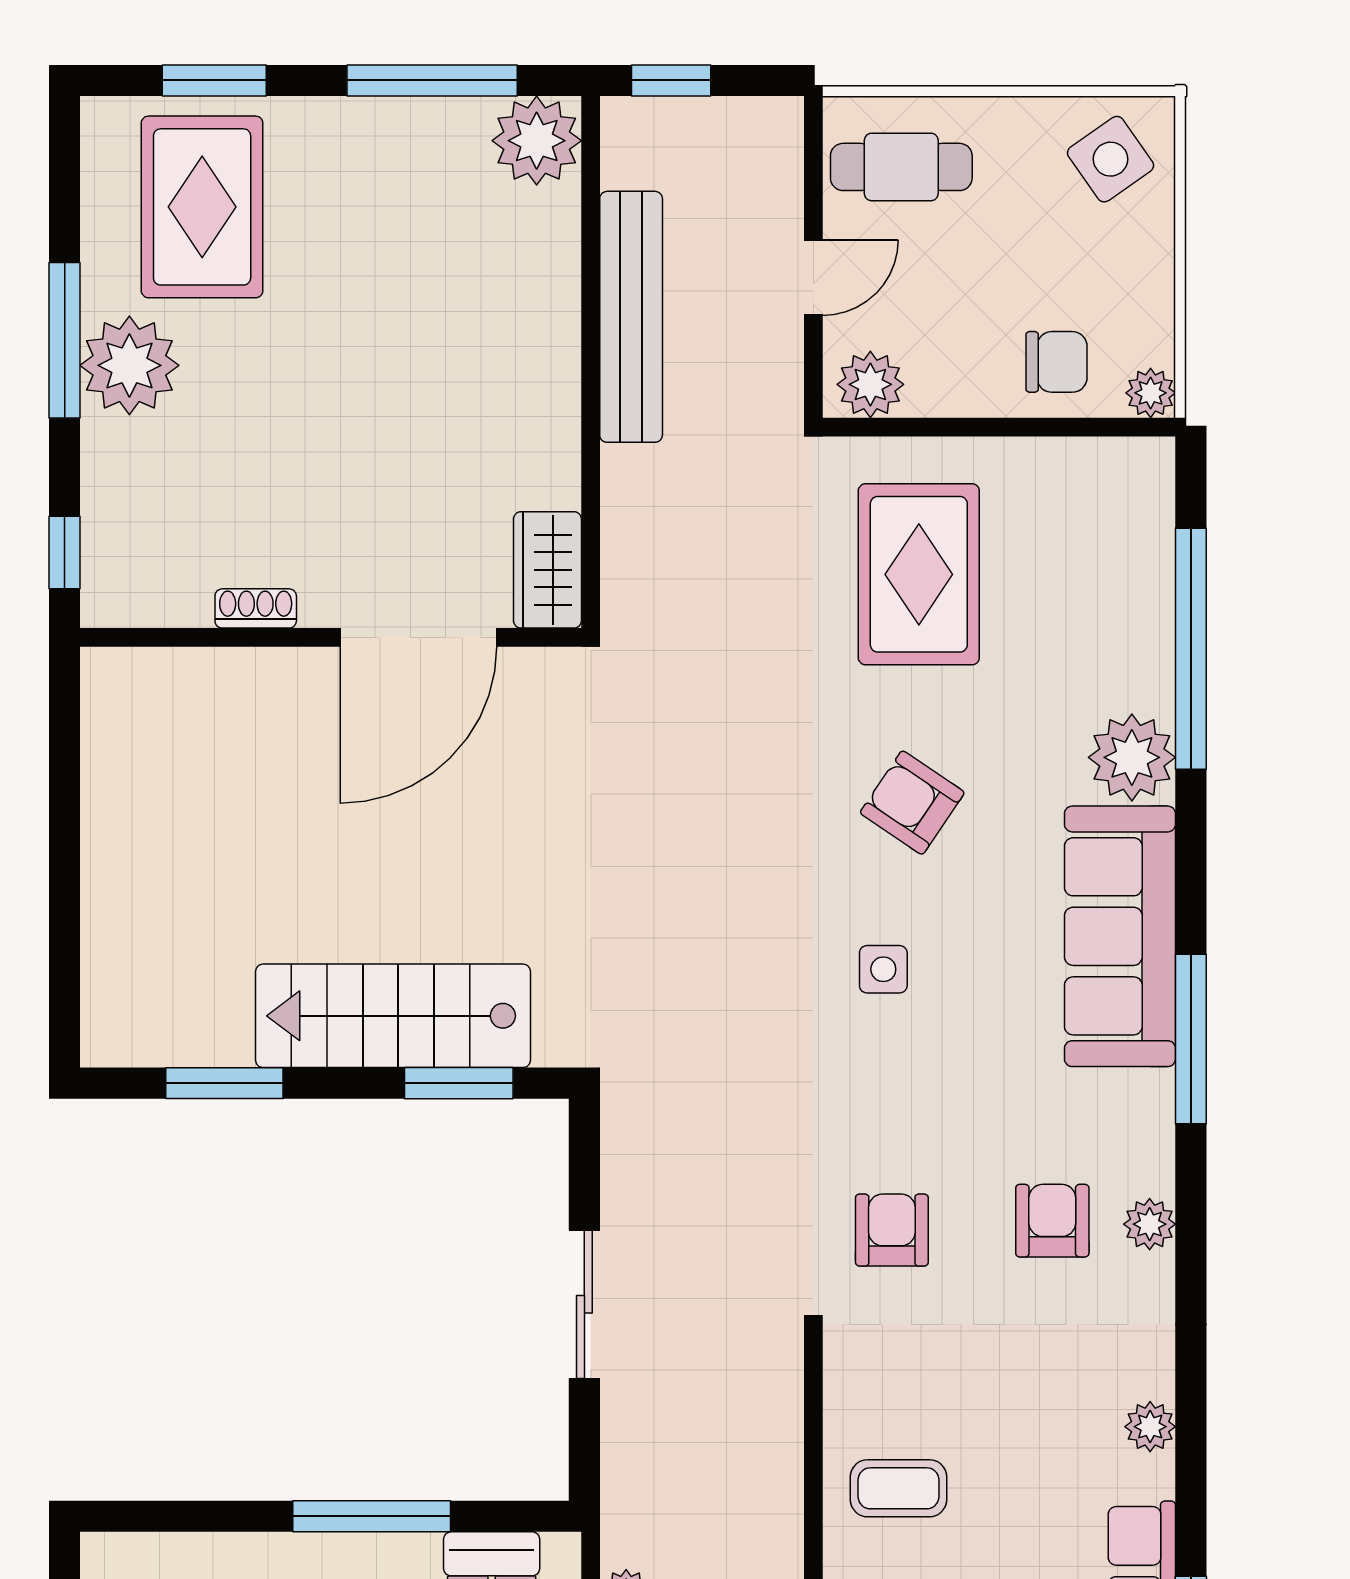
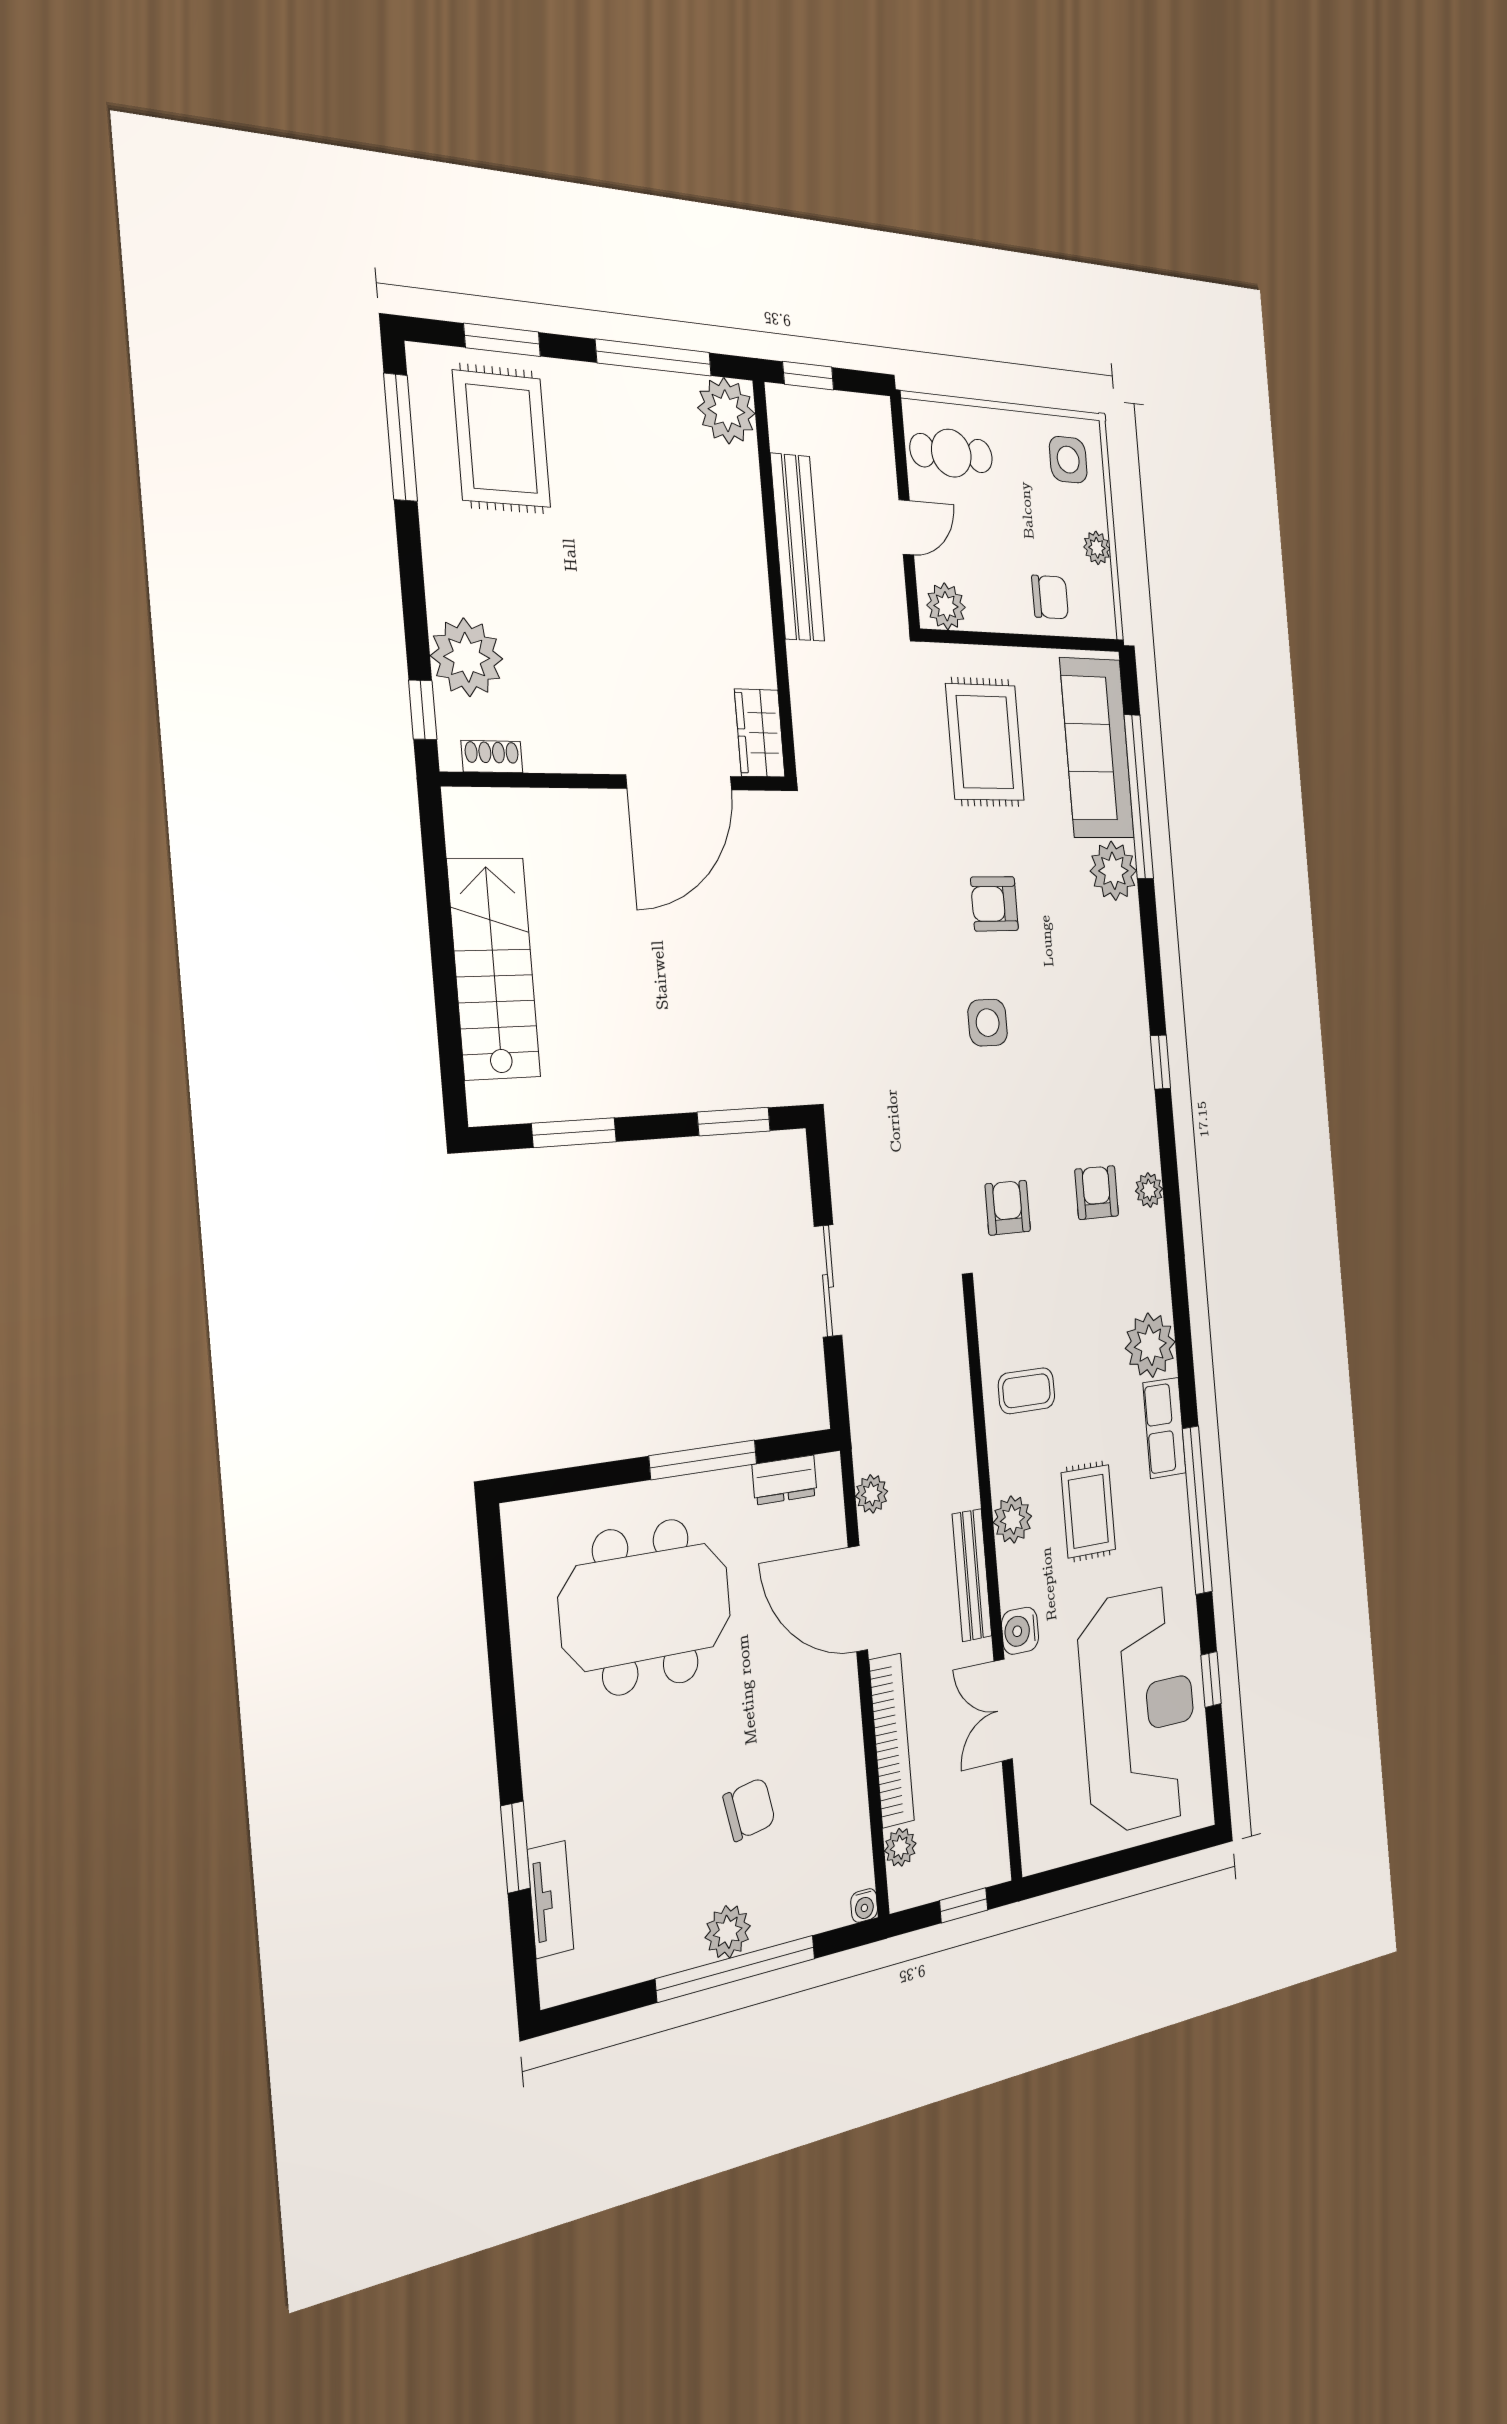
side table: (1111, 159) -> (1068, 460), turned 35
window: (65, 340) -> (401, 437), moved
plant: (129, 365) -> (467, 657), moved
plant: (1151, 393) -> (1097, 548), moved
shoe rack: (256, 608) -> (492, 757), moved
armchair: (912, 803) -> (994, 904), turned -34
sofa: (1120, 936) -> (1097, 748), moved
side table: (883, 969) -> (988, 1023), width x1.37, depth x1.37
stairs: (393, 1016) -> (494, 968), moved, turned 90
window: (1191, 1039) -> (1160, 1062), width x0.46
plant: (1150, 1427) -> (1150, 1345), width x1.88, depth x1.88

